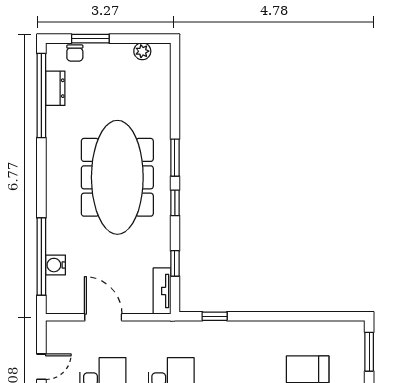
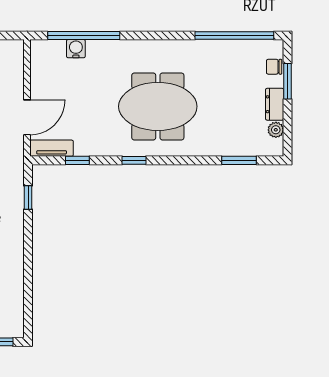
dresser: (55, 88) -> (275, 104), moved, turned 90
window: (175, 158) -> (239, 160), moved
meeting table: (117, 177) -> (158, 106), width x0.73
door: (103, 317) -> (27, 117), moved

